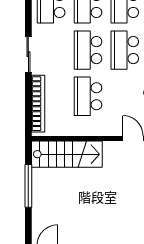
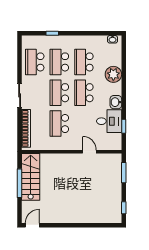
stairs: (67, 154) -> (31, 177), moved, turned -90

